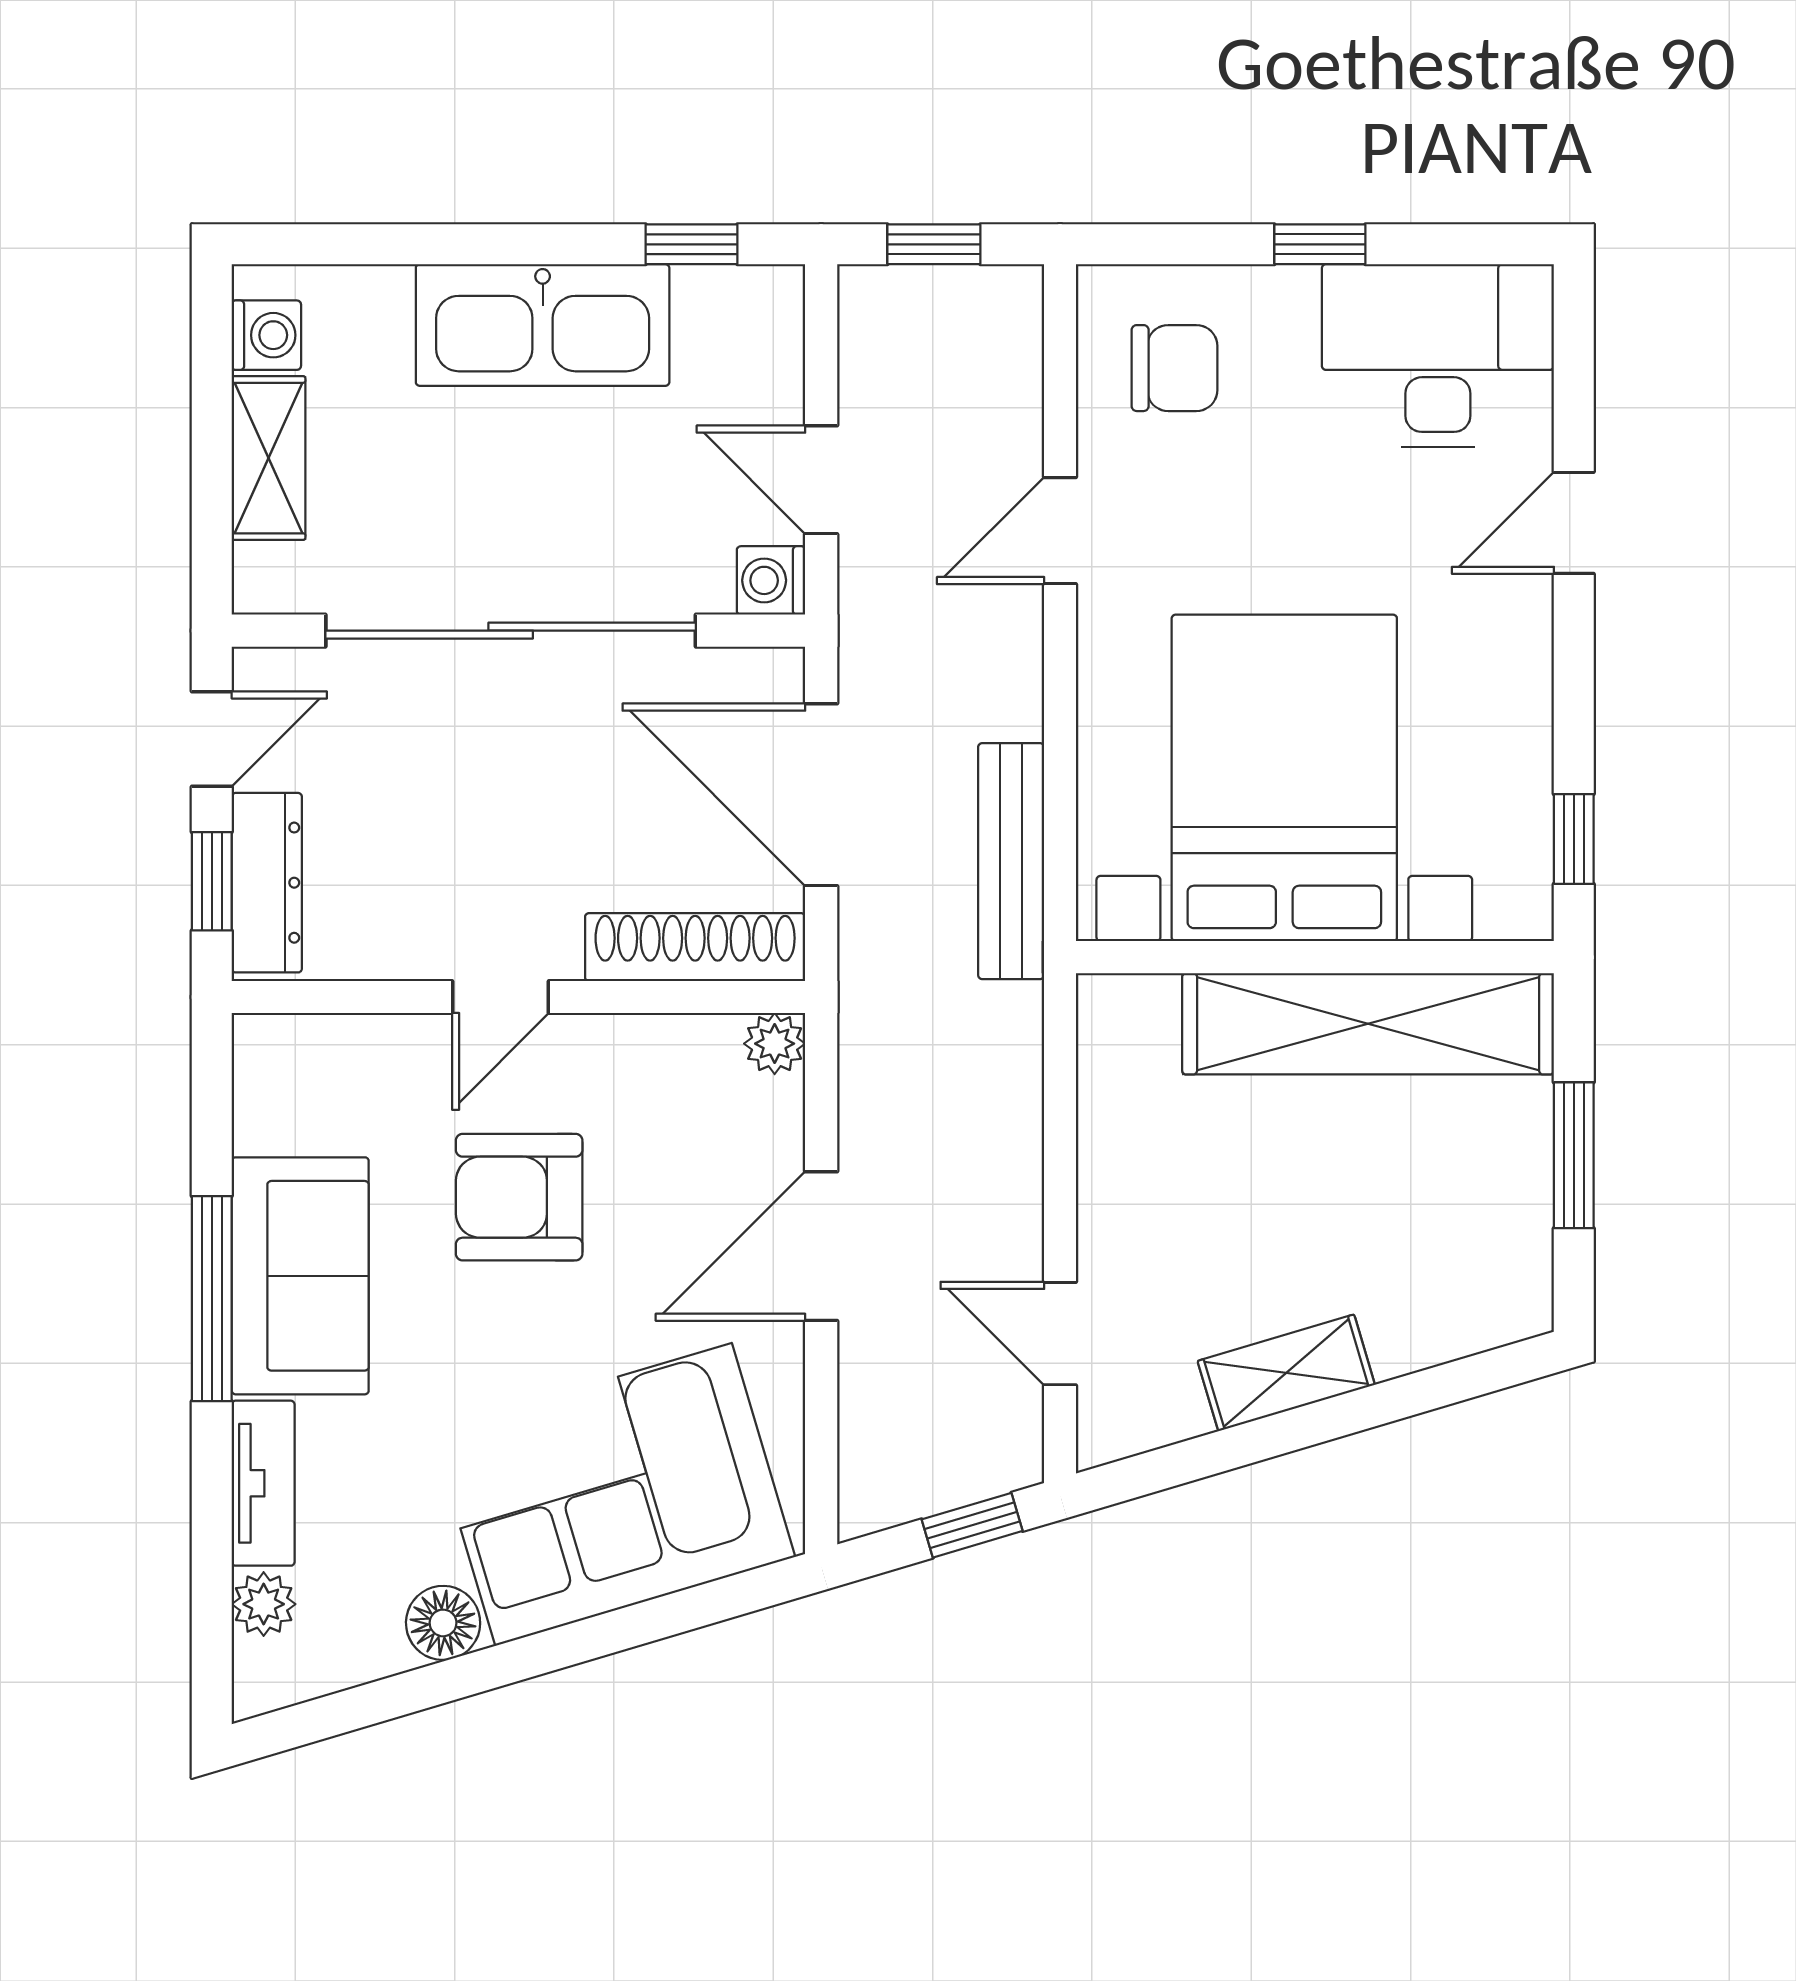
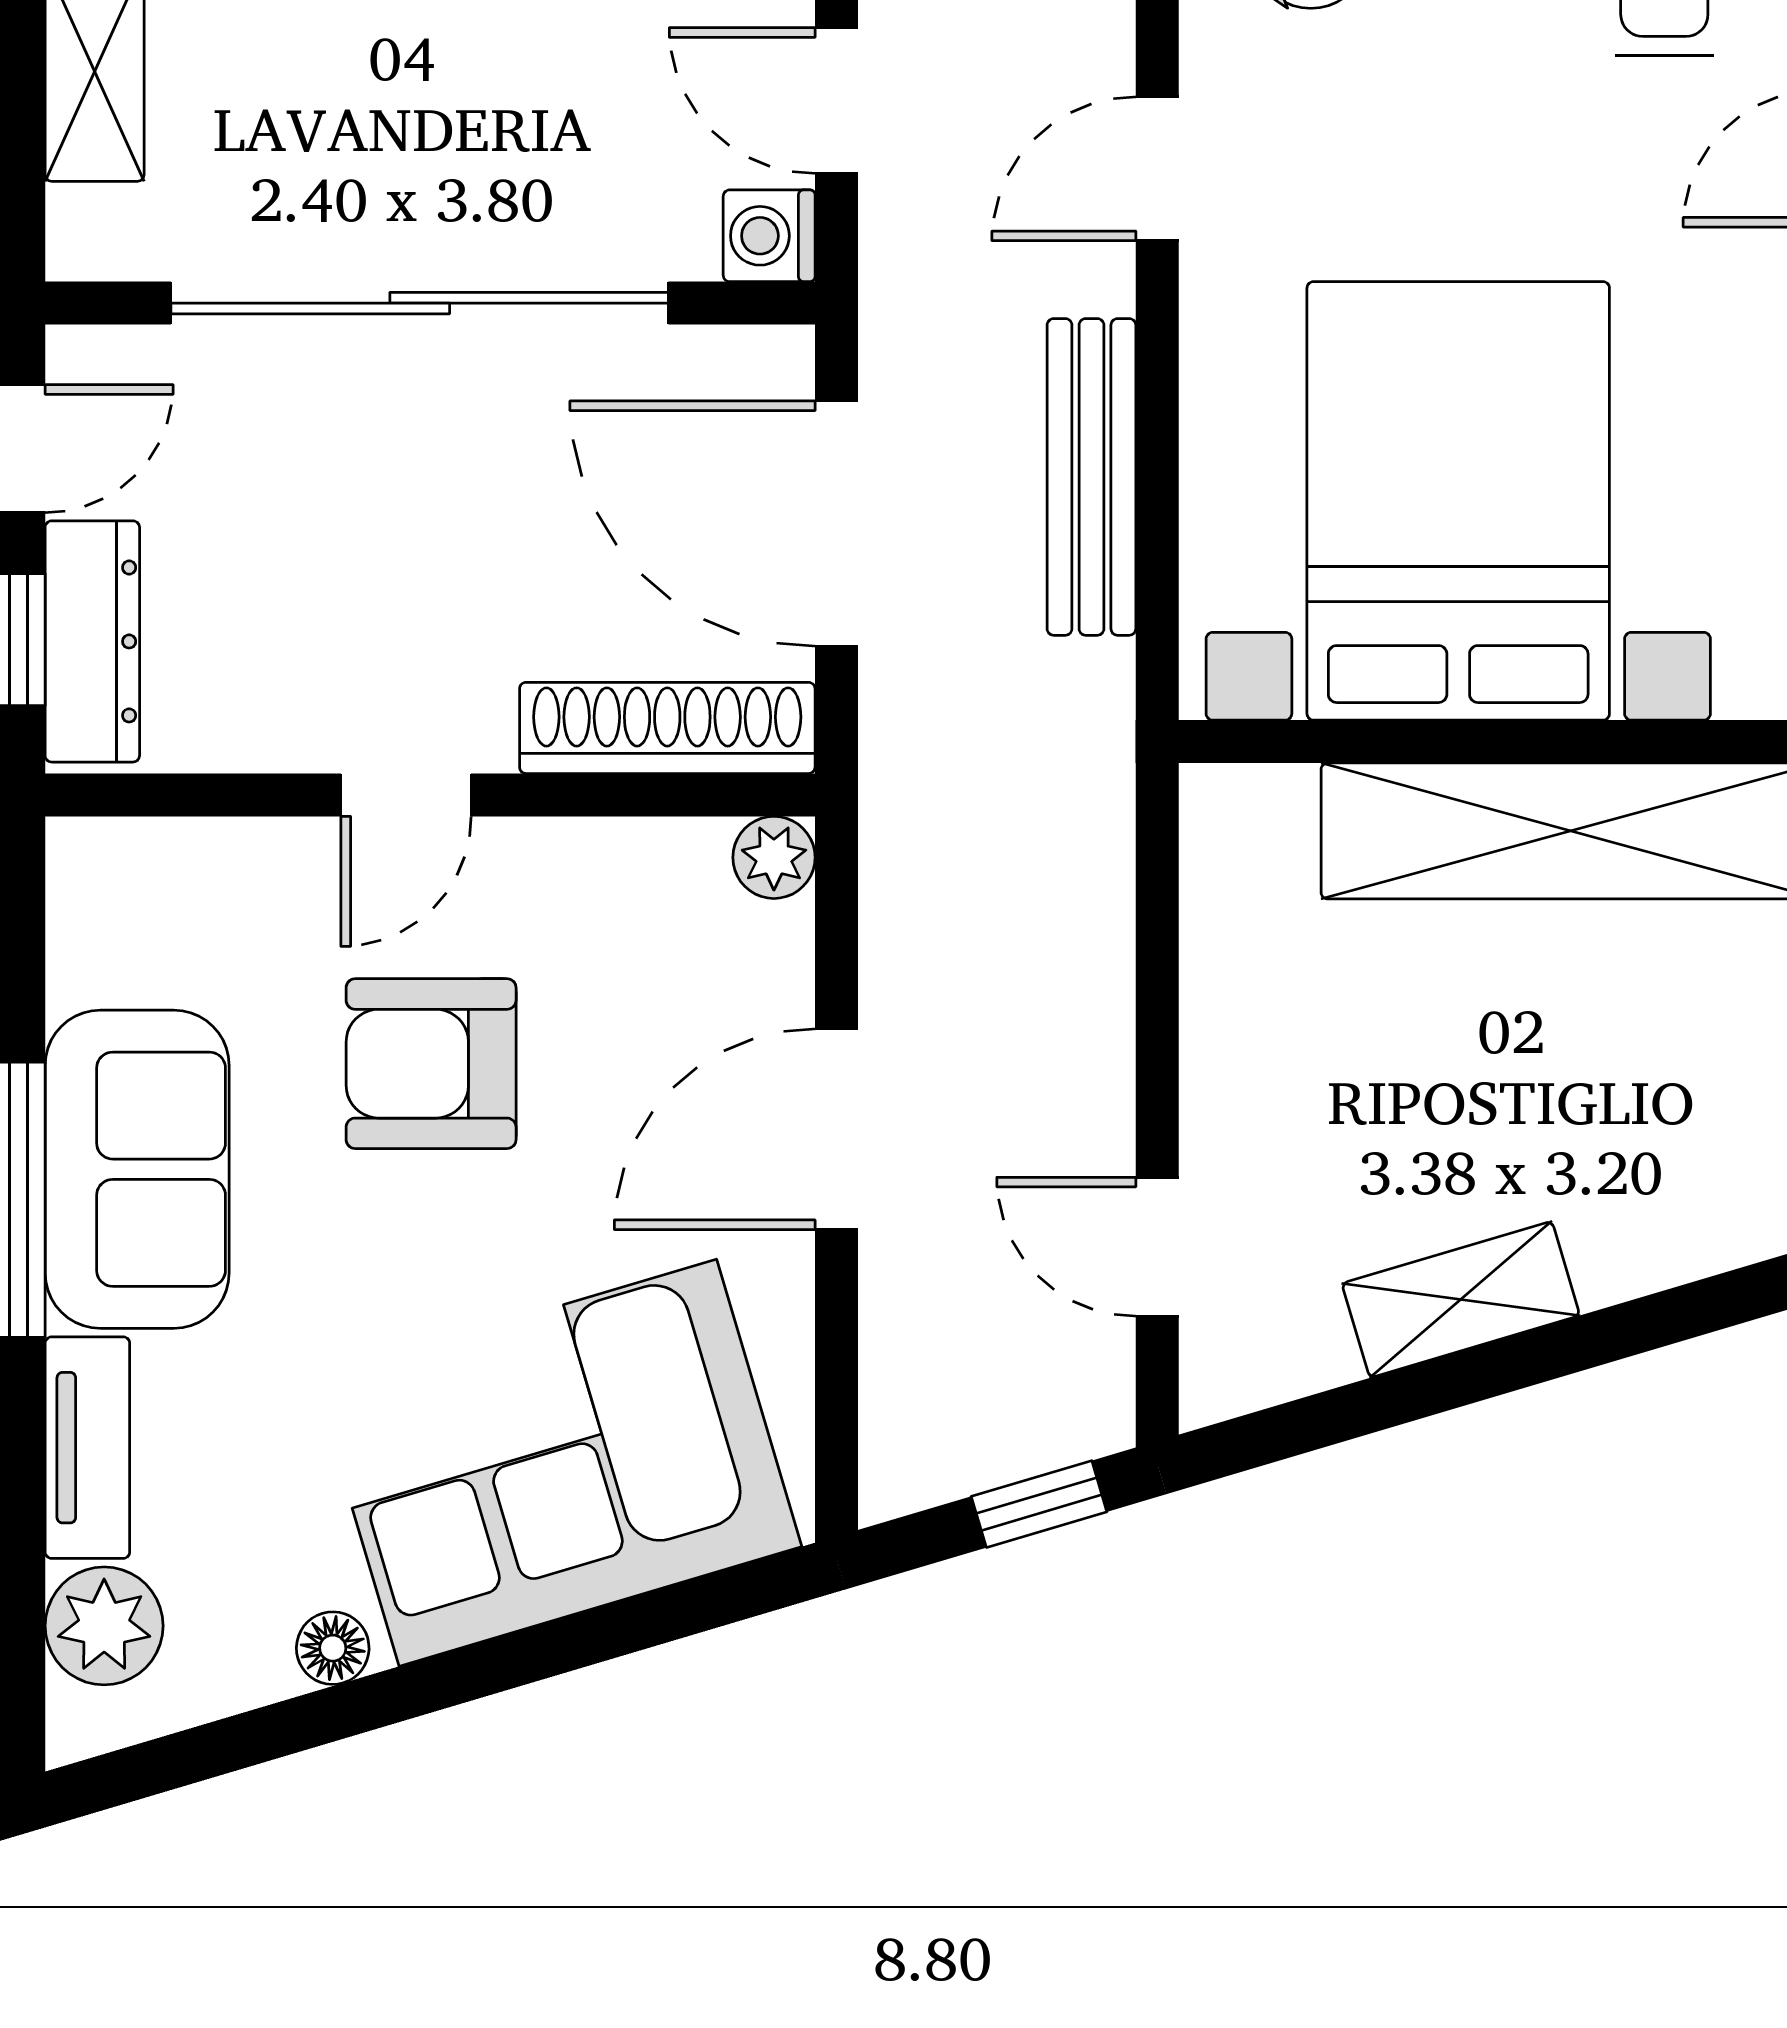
bench: (1011, 861) -> (1091, 477), moved
plant: (264, 1604) -> (104, 1626), width x1.38, depth x1.38
floor lamp: (443, 1623) -> (333, 1648), width x0.73, depth x0.73

